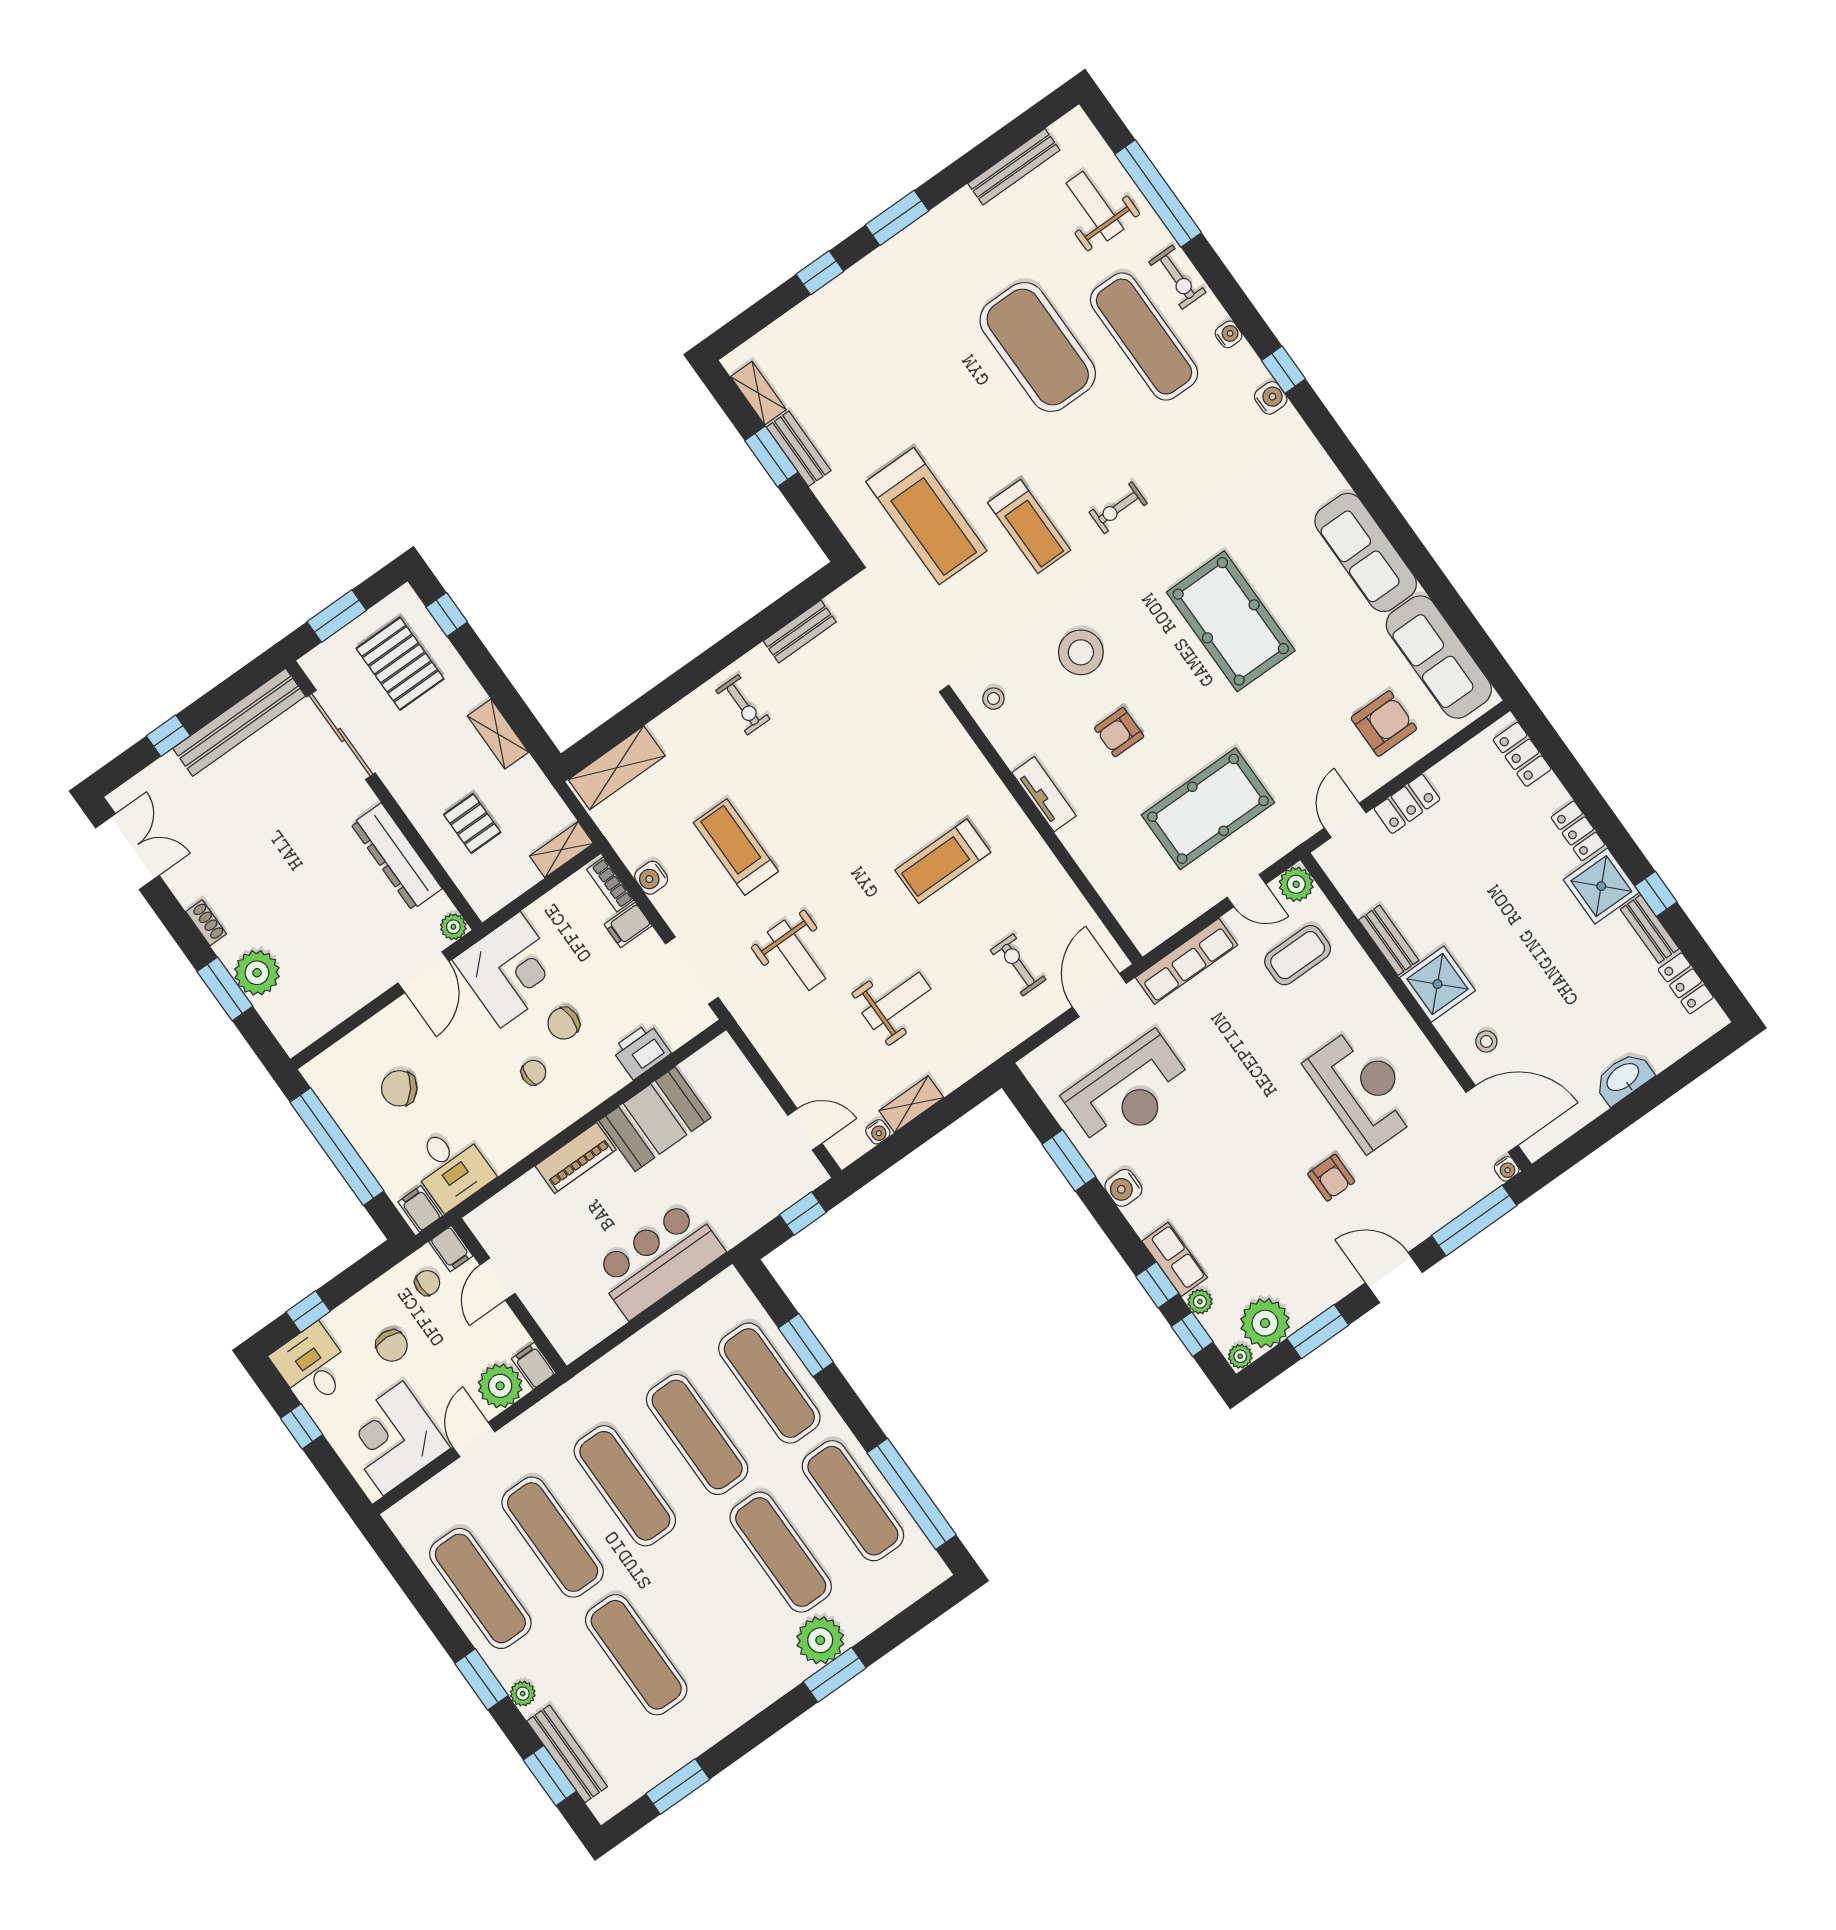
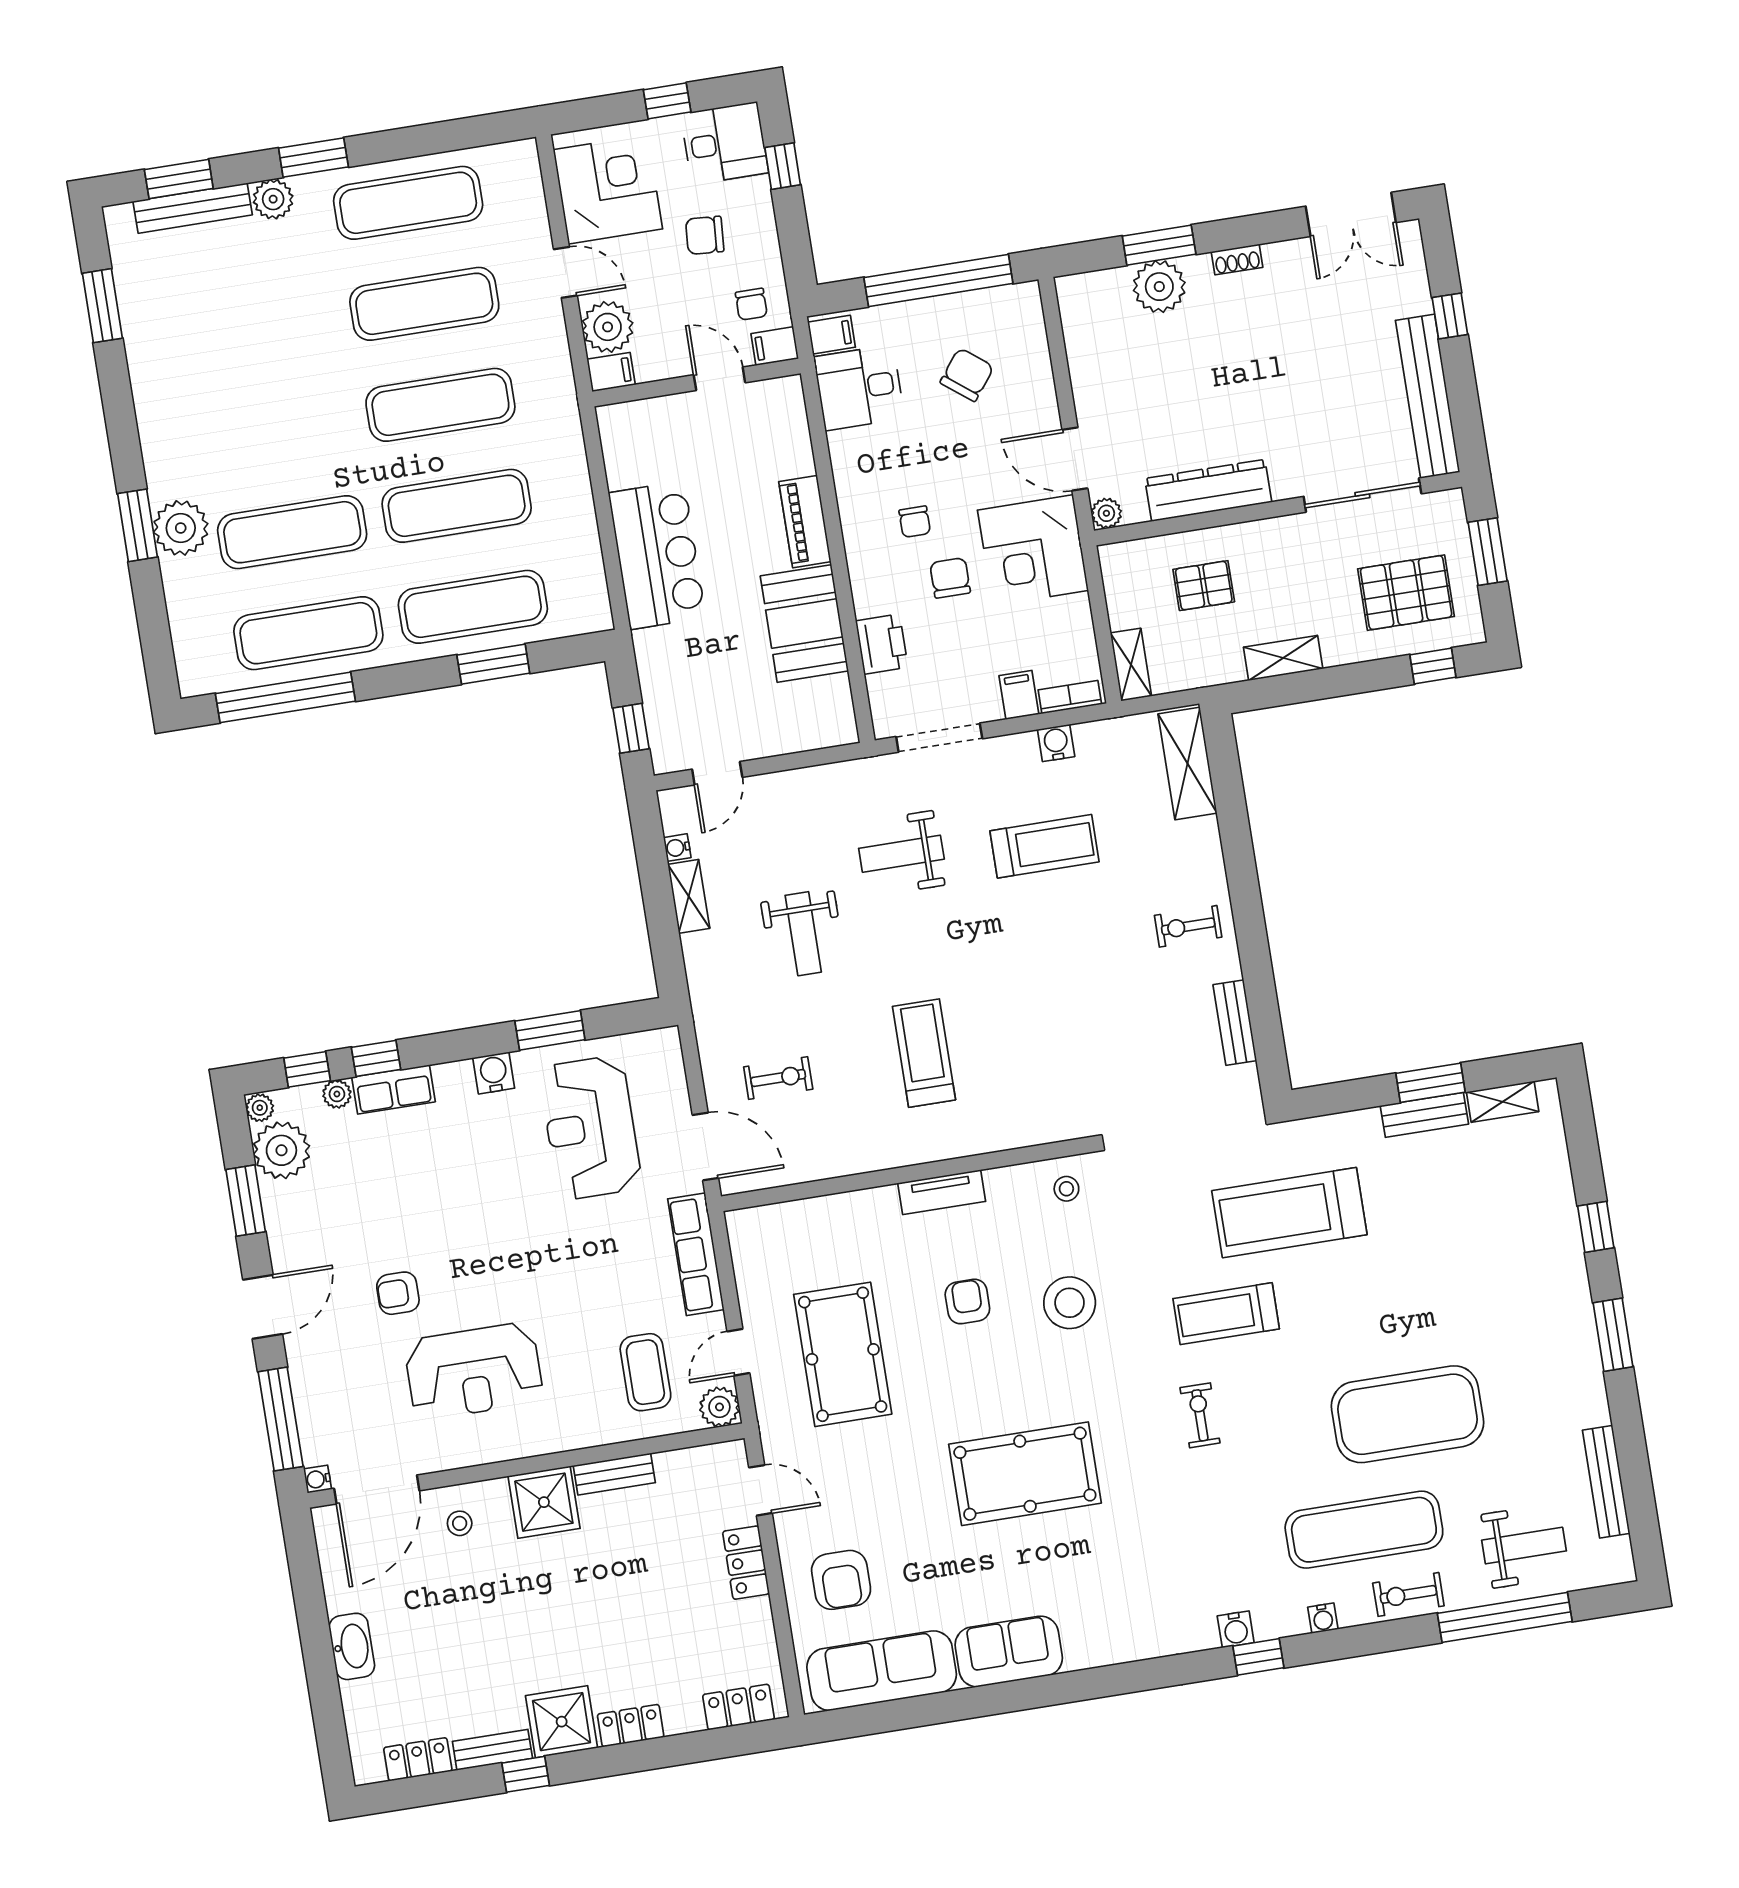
sofa: (1366, 552) -> (1009, 1651), width x0.73
exercise mat: (636, 1655) -> (260, 330), removed
plant: (523, 1694) -> (273, 199), width x1.38, depth x1.38

